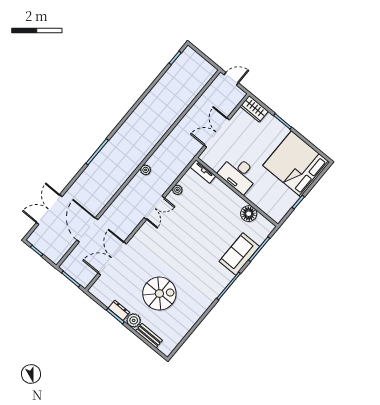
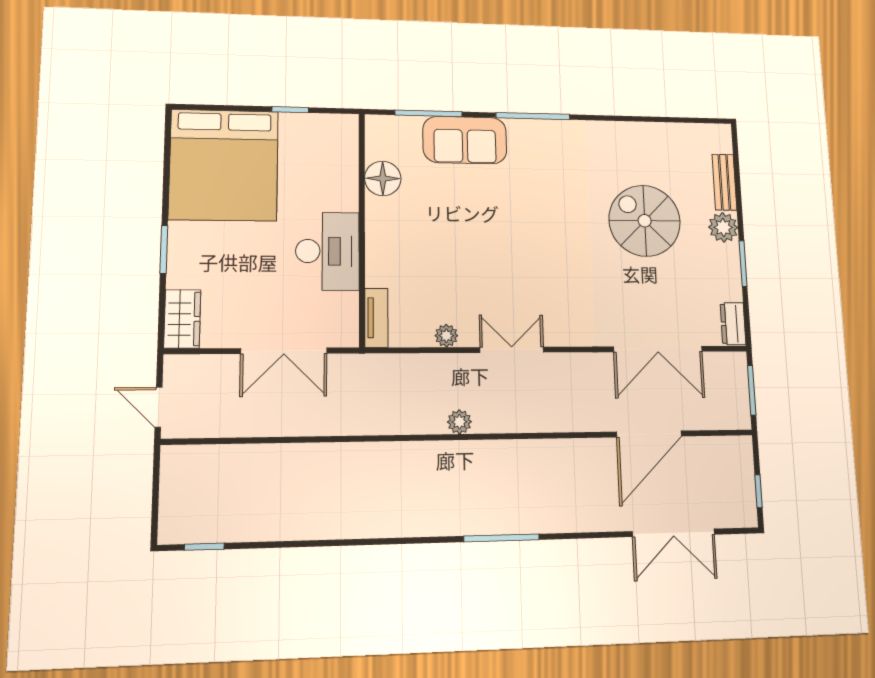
dresser: (119, 310) -> (733, 324), moved

